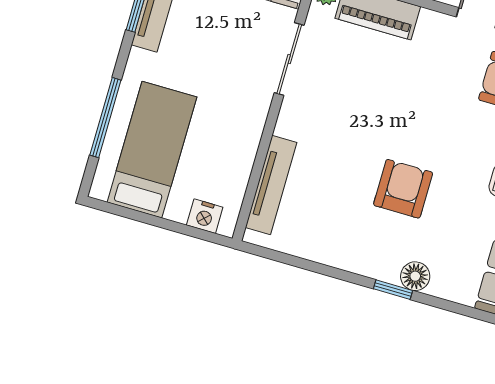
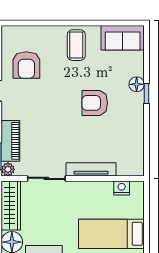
tv unit: (271, 185) -> (91, 169), moved
nightstand: (205, 216) -> (122, 188), moved, turned -90

